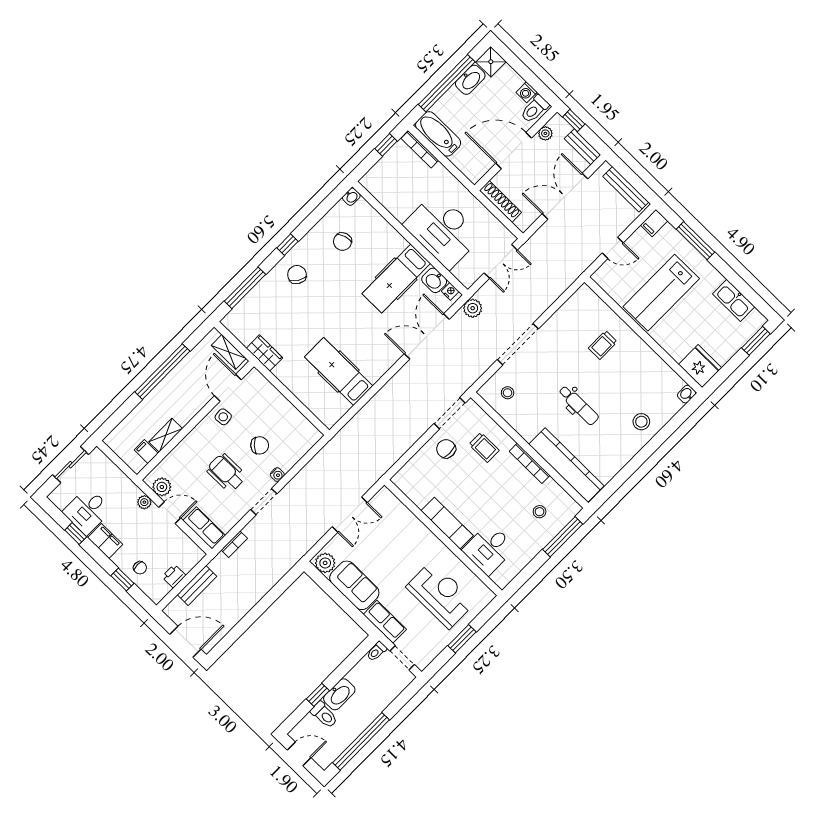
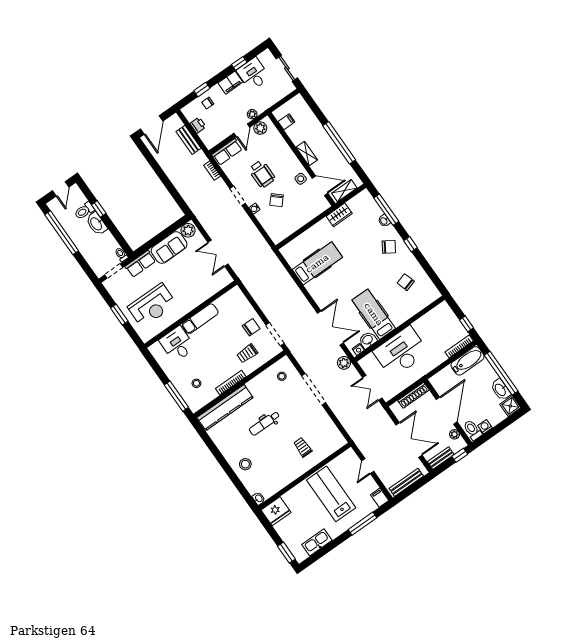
washbasin: (351, 197) -> (384, 221), moved
shelving: (166, 435) -> (307, 154), moved
wheelchair: (226, 473) -> (262, 174), turned 90

